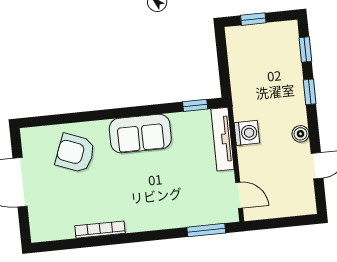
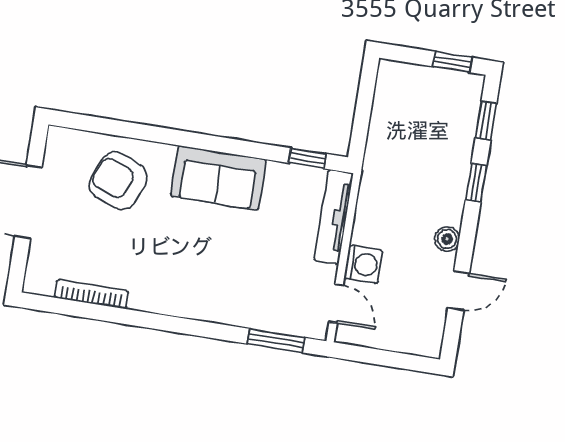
window: (253, 19) -> (453, 62), moved
washing machine: (247, 133) -> (363, 264), moved
bookcase: (100, 230) -> (91, 294), moved

